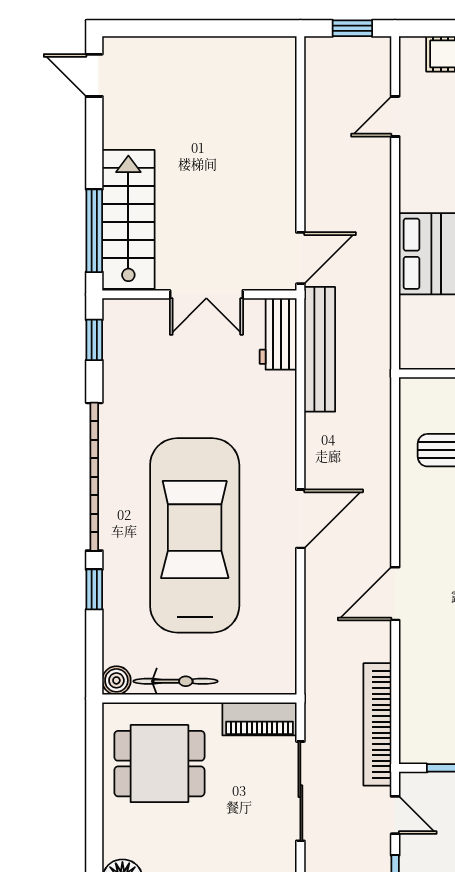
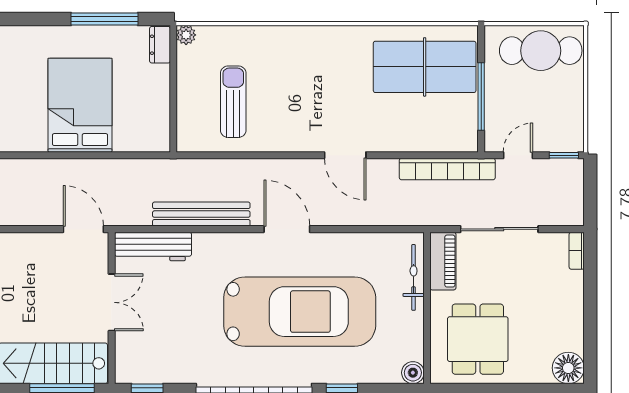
workbench: (278, 334) -> (153, 246), width x1.38
bench: (320, 349) -> (201, 214), moved
car: (195, 535) -> (300, 312), turned 180
bicycle: (176, 681) -> (414, 277), moved

